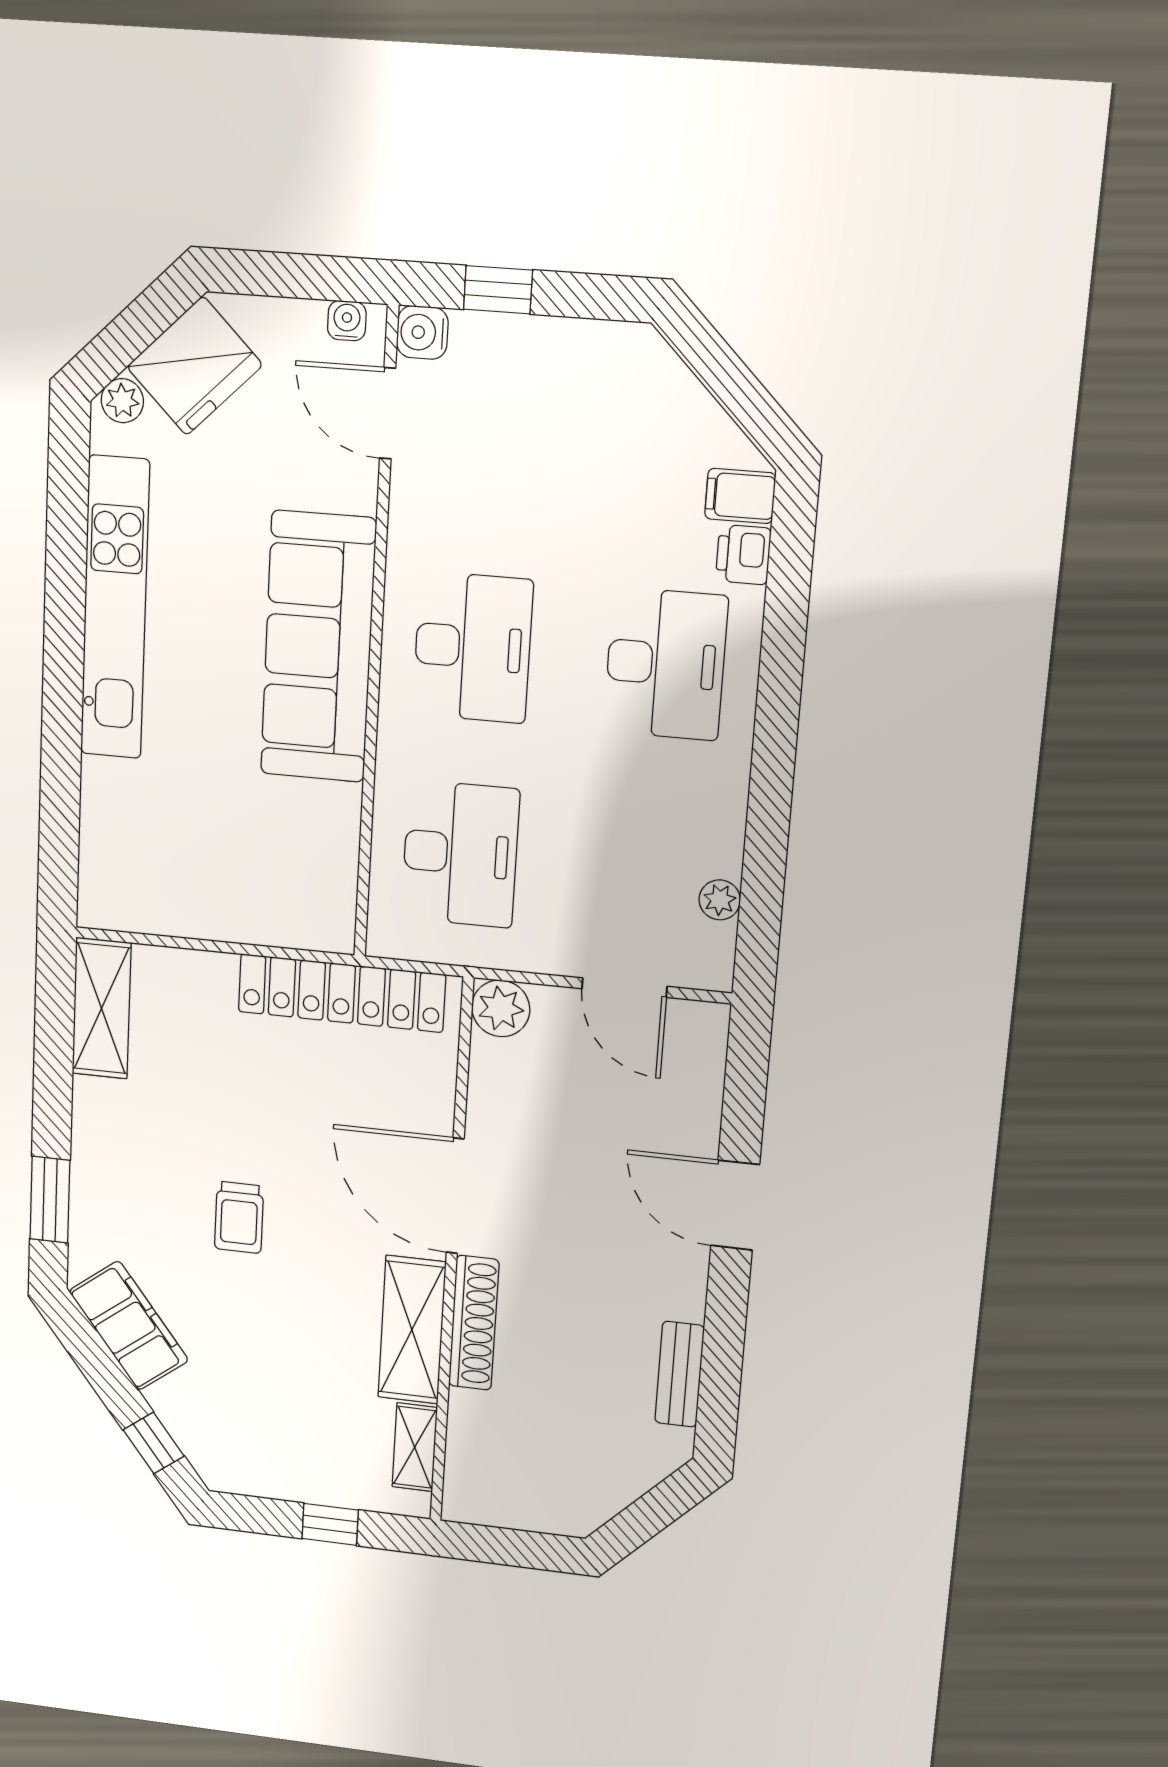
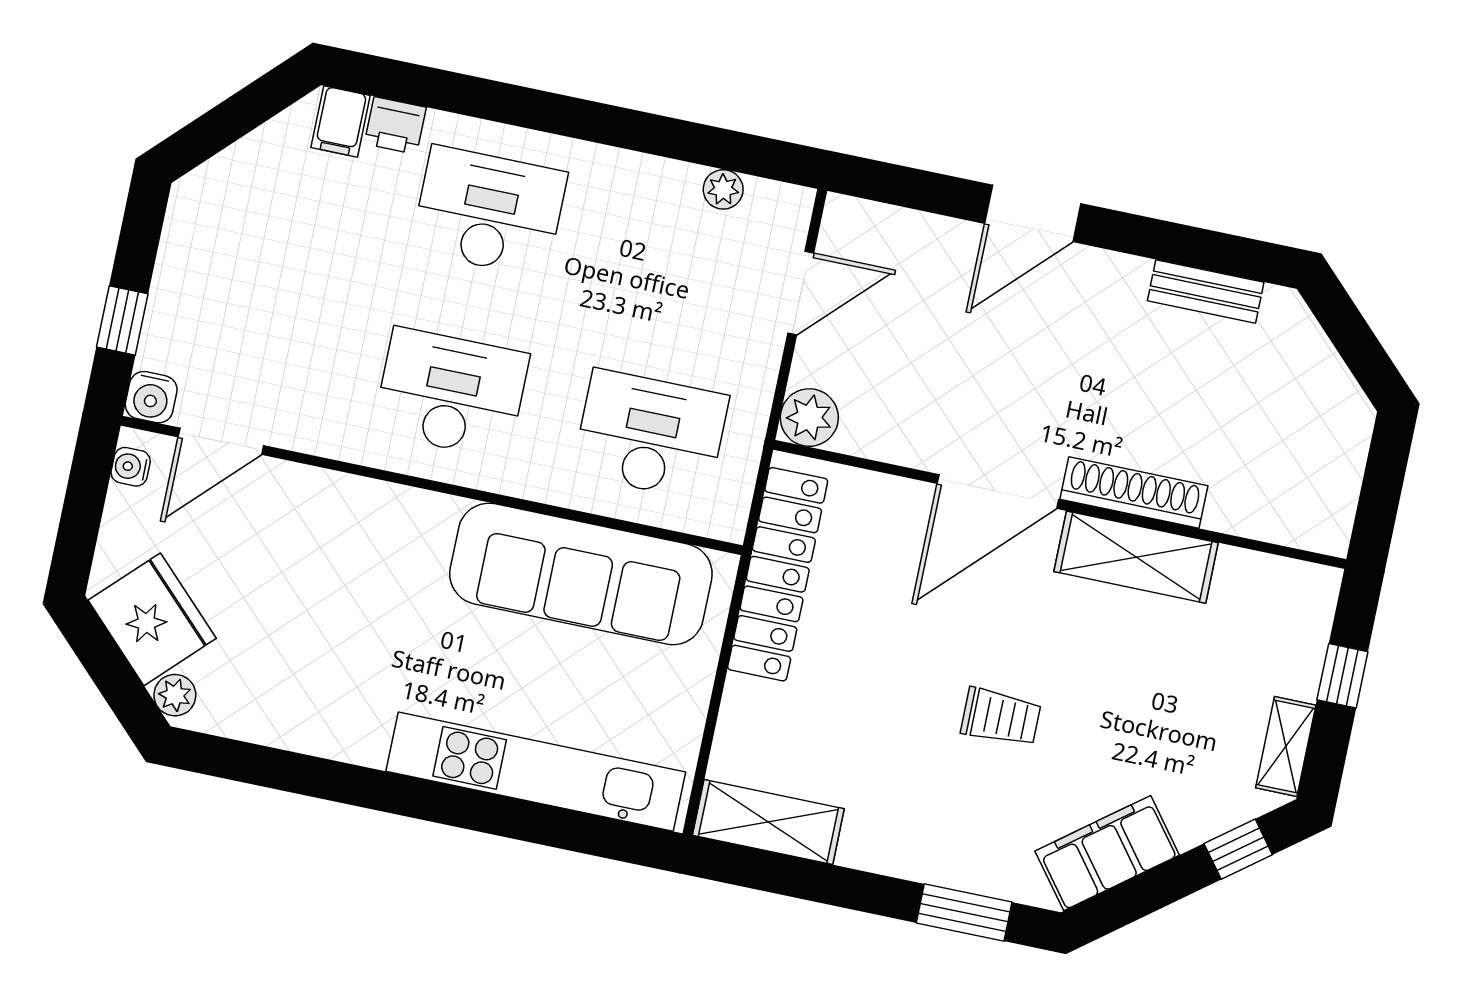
kitchen unit: (115, 608) -> (536, 772), moved
sofa: (318, 647) -> (581, 574), moved
shelving: (415, 1447) -> (1286, 747), moved, turned 90

